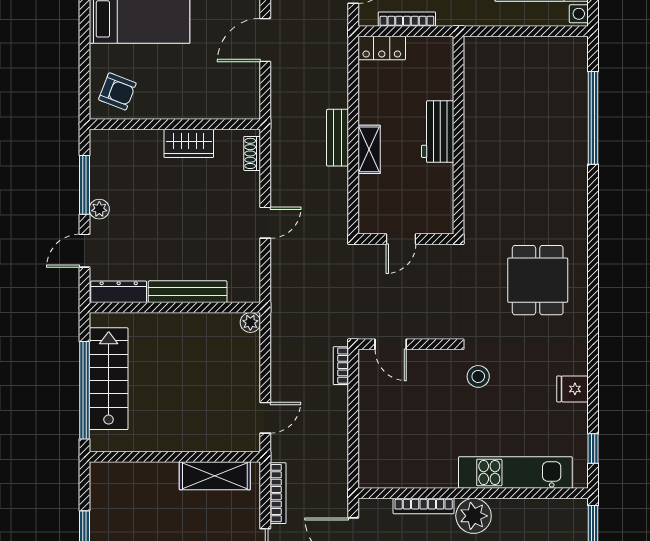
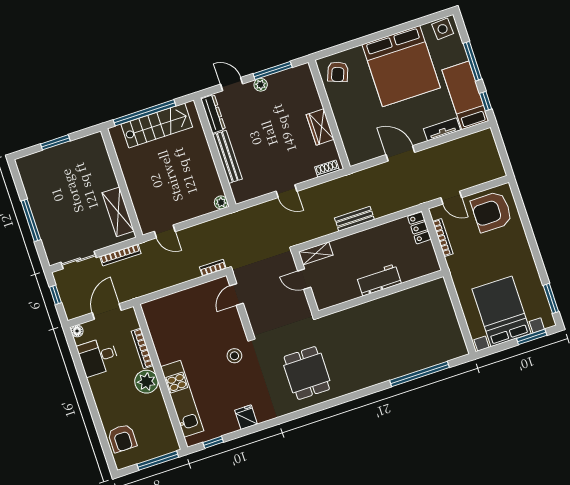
shelving: (369, 149) -> (316, 253), moved
dining table: (538, 280) -> (307, 373), turned 90

